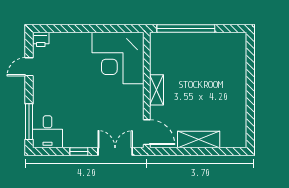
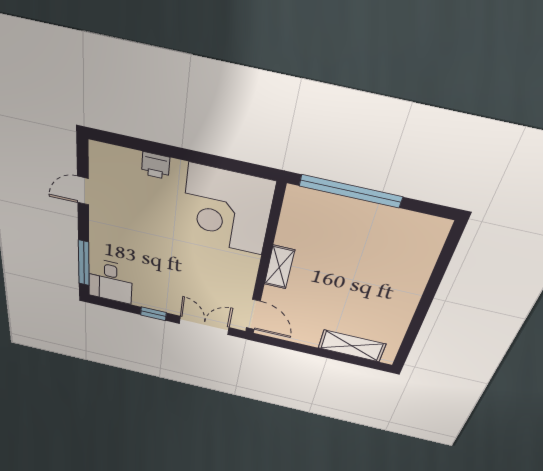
printer: (41, 39) -> (156, 166), moved
shelving: (199, 139) -> (352, 346), moved

